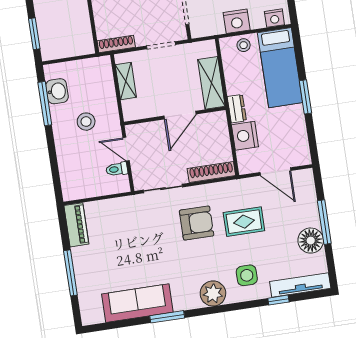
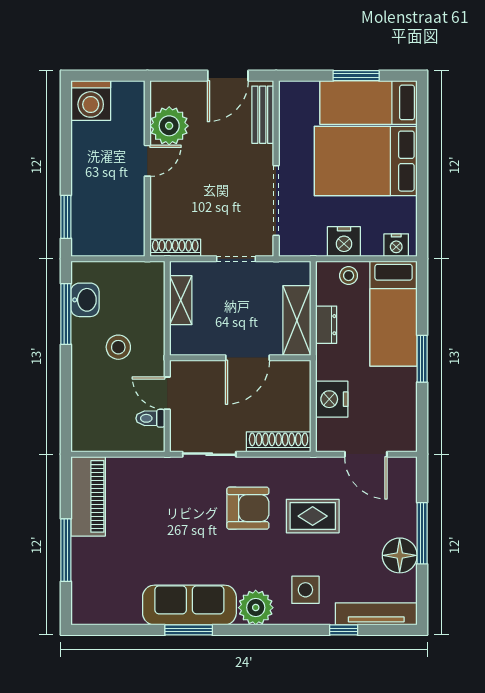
dresser: (237, 109) -> (326, 325), moved
piano: (76, 225) -> (88, 496), width x1.37, depth x1.33
sofa: (137, 303) -> (189, 605), moved

